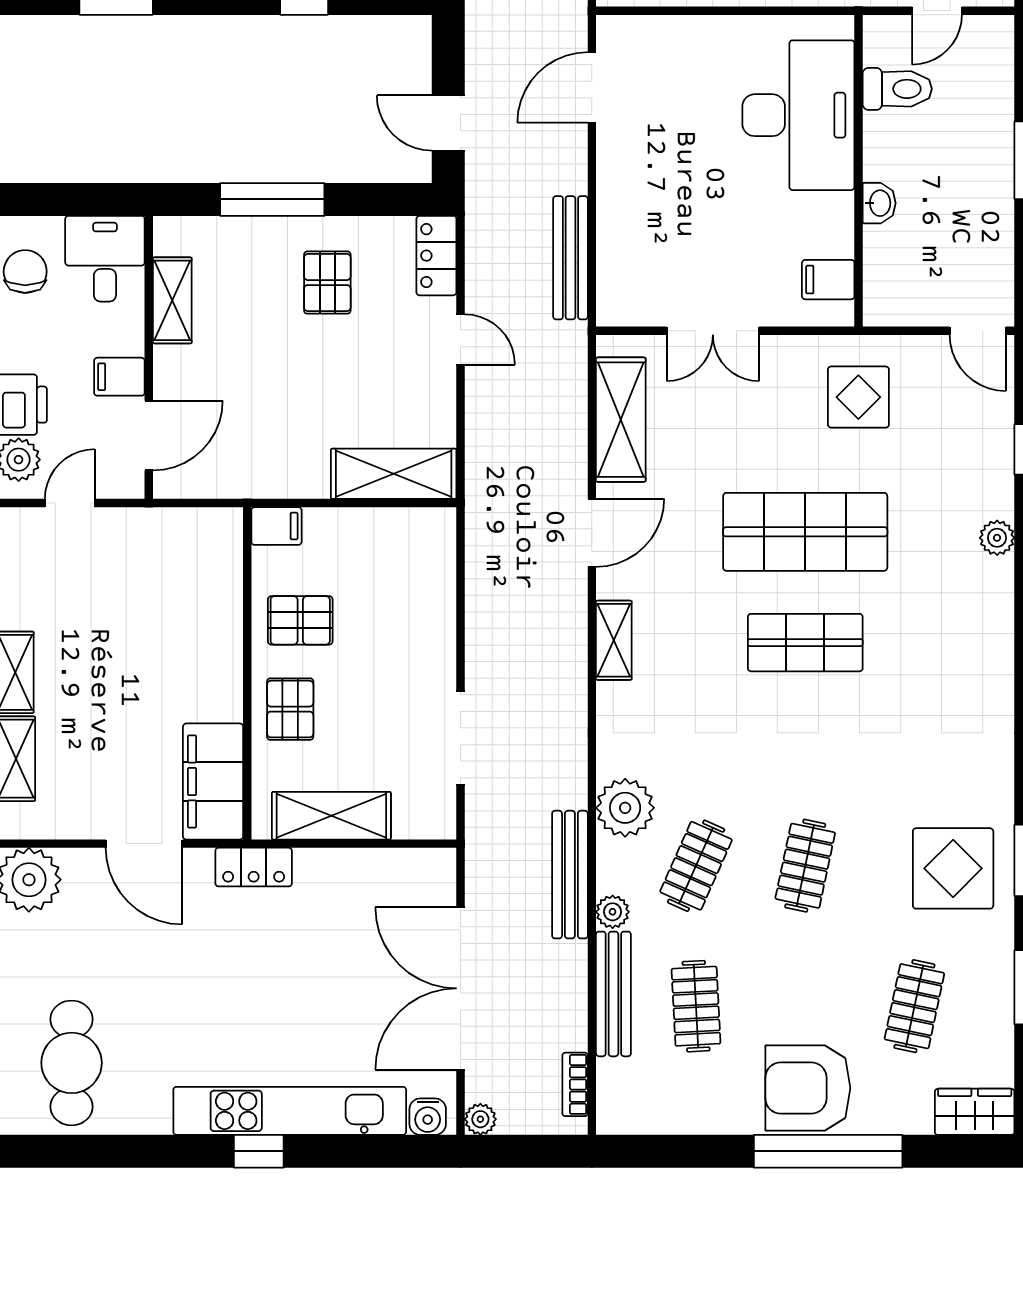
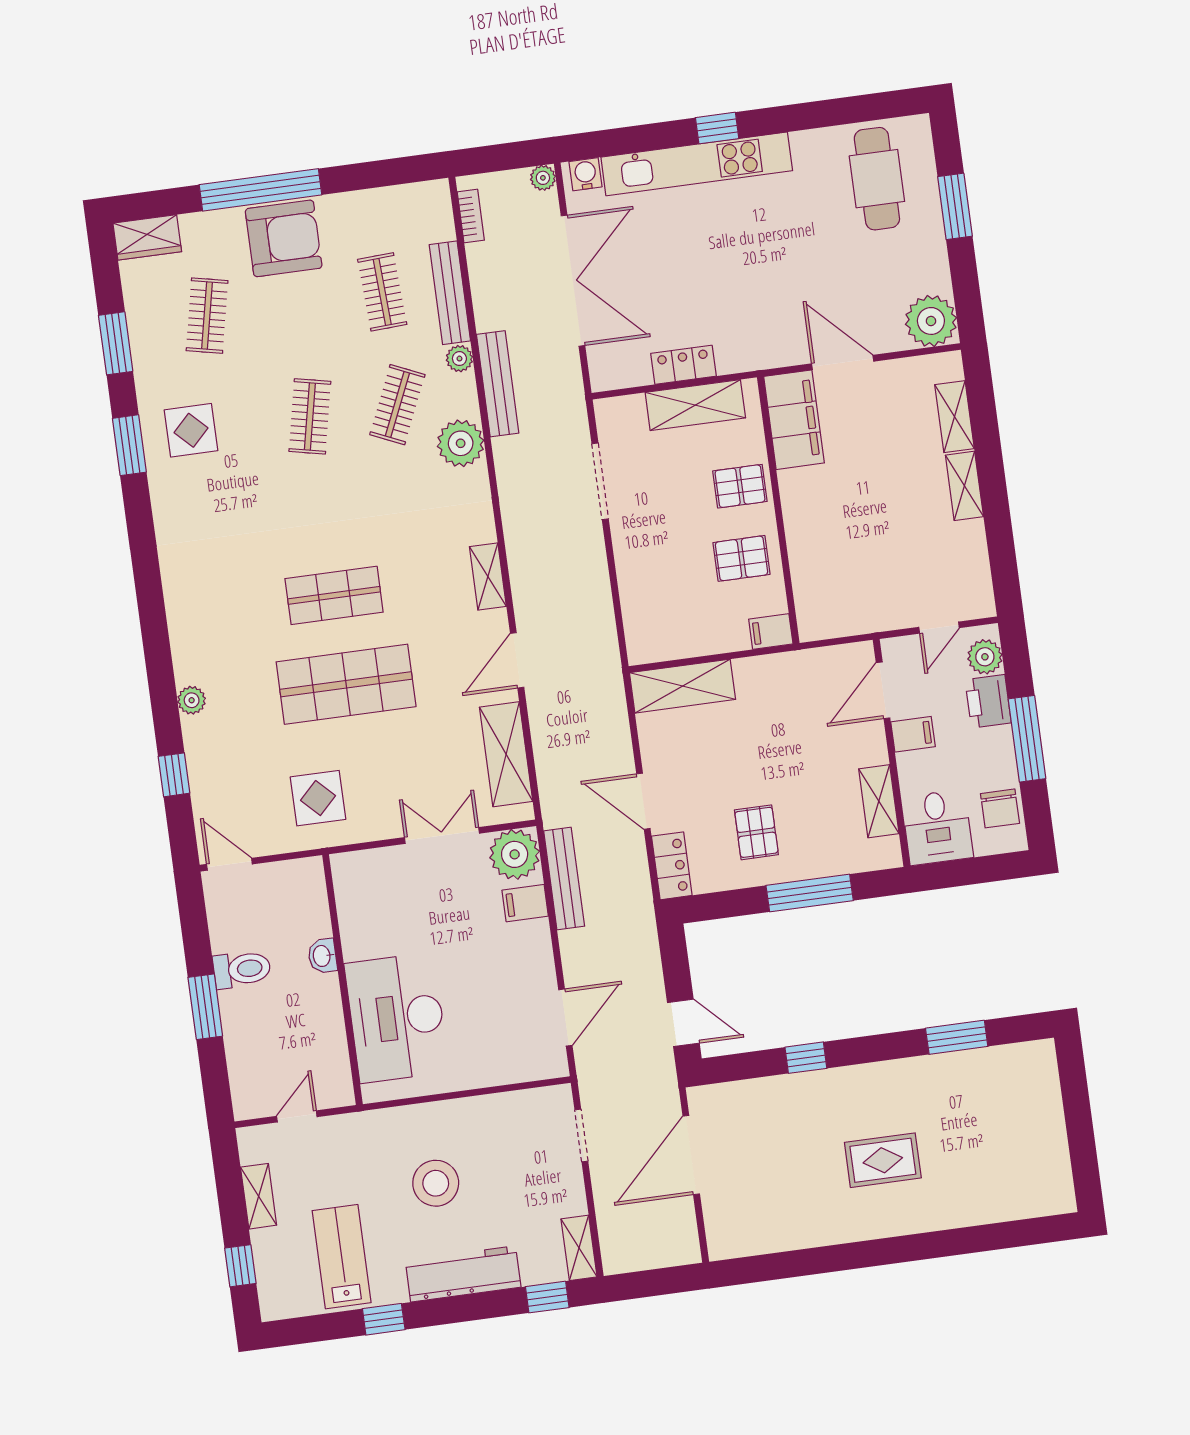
toilet: (897, 89) -> (242, 969), moved, turned 180
door: (448, 123) -> (683, 1023), moved
filing cabinet: (828, 280) -> (525, 903), moved, turned 180
plant: (627, 296) -> (515, 854), added
door: (461, 339) -> (643, 801), width x1.38
pallet: (290, 709) -> (740, 486), turned 90
locker: (254, 867) -> (684, 365), moved
display table: (953, 868) -> (191, 430), width x0.73, depth x0.73

